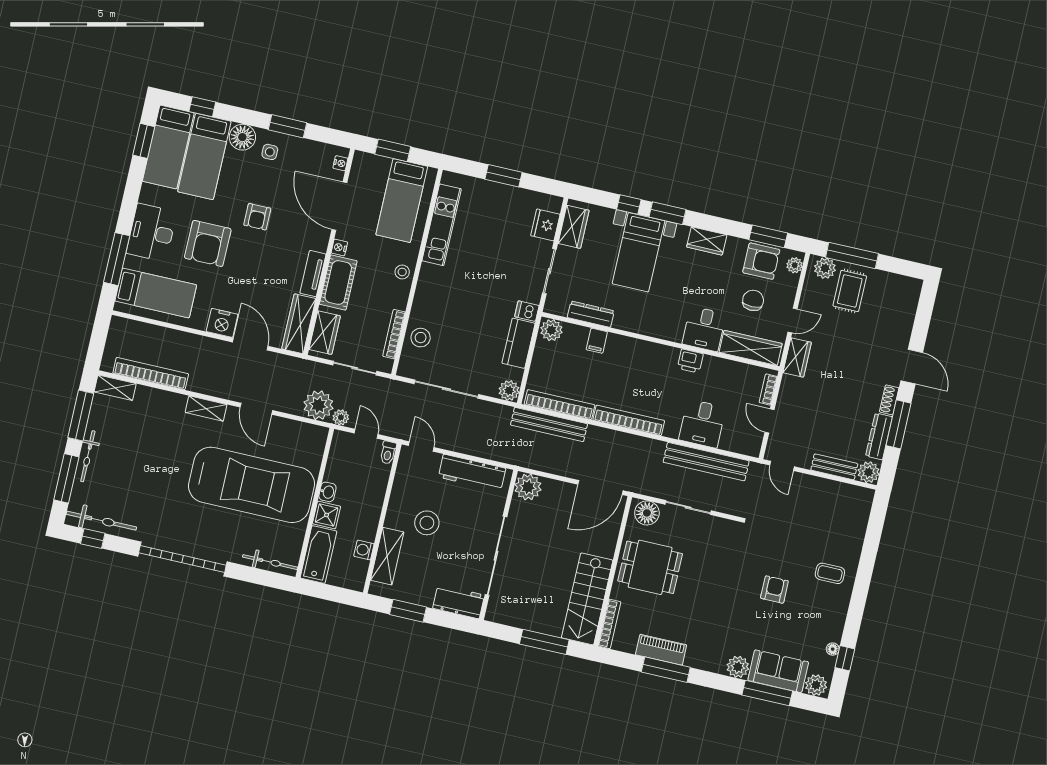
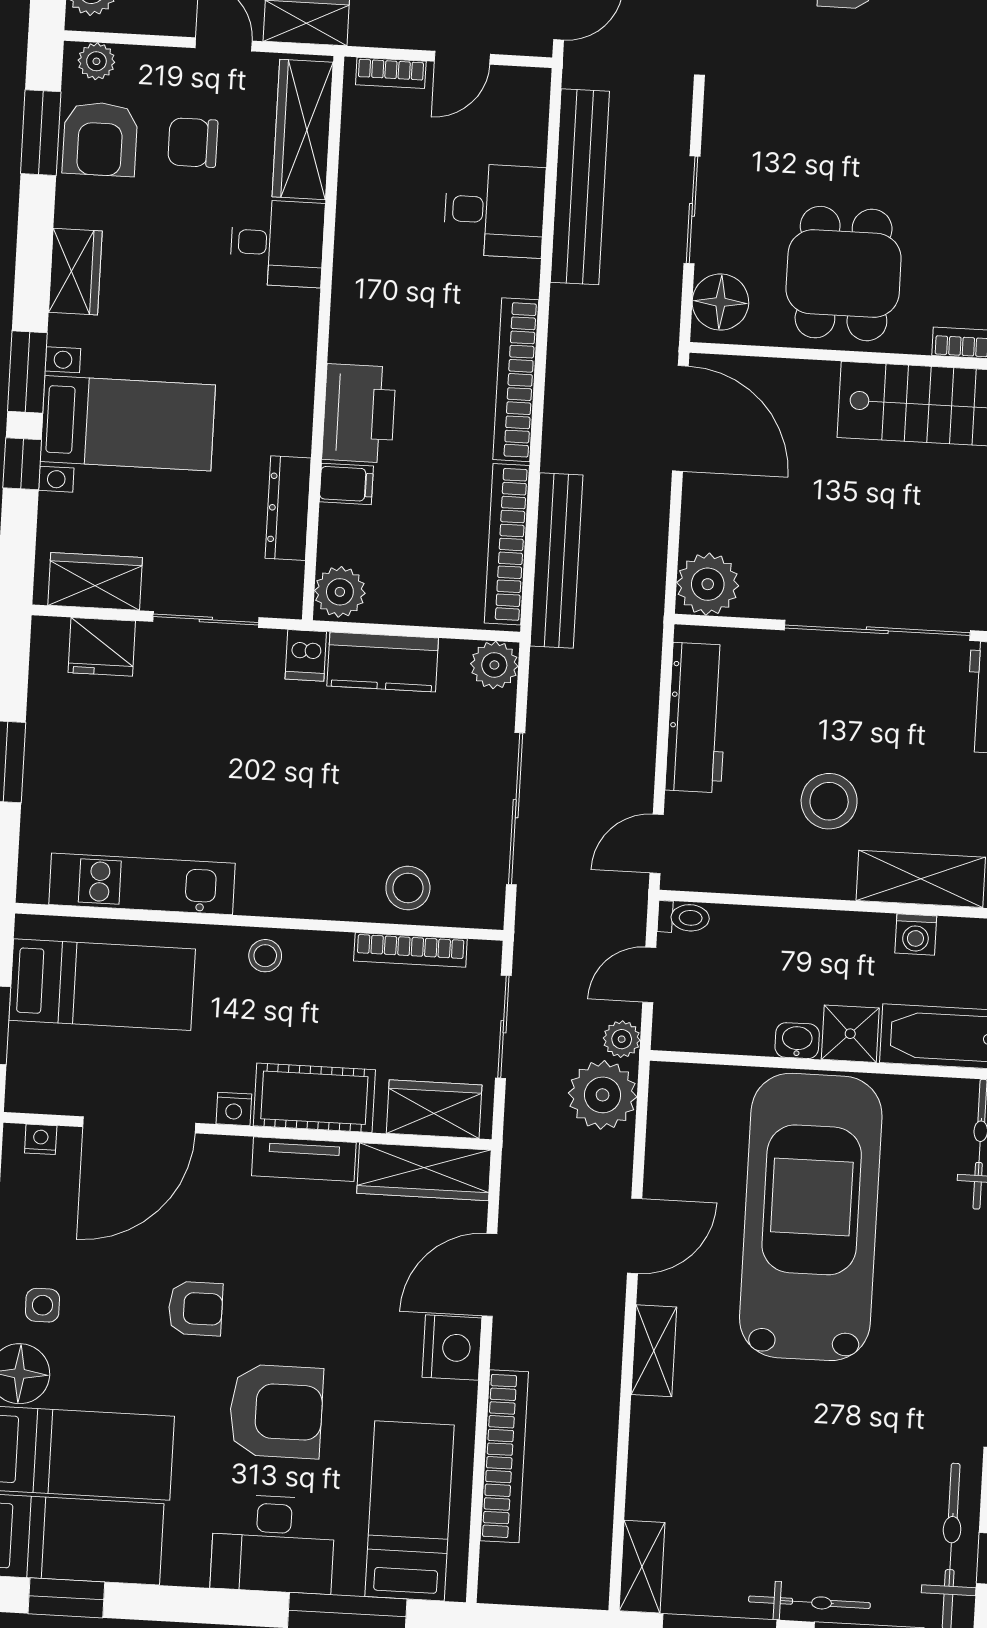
armchair: (761, 261) -> (100, 139), turned 180
printer: (690, 361) -> (359, 413), moved, width x1.87, depth x1.48
bookcase: (151, 373) -> (504, 1456), moved, turned 180

